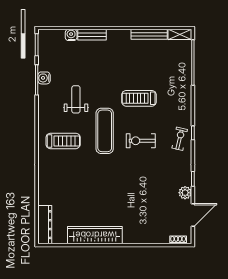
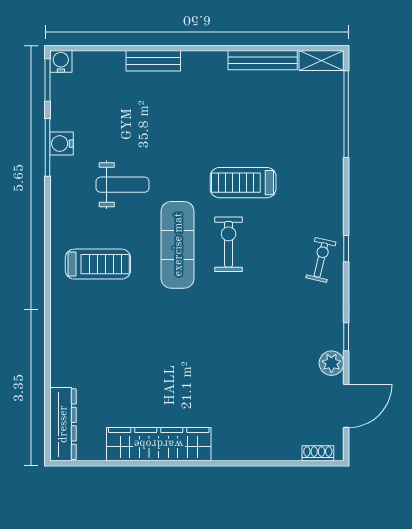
water cooler: (71, 35) -> (61, 61), moved
weight bench: (76, 99) -> (123, 185), turned 90
exercise bike: (141, 141) -> (229, 244), moved, turned 90

